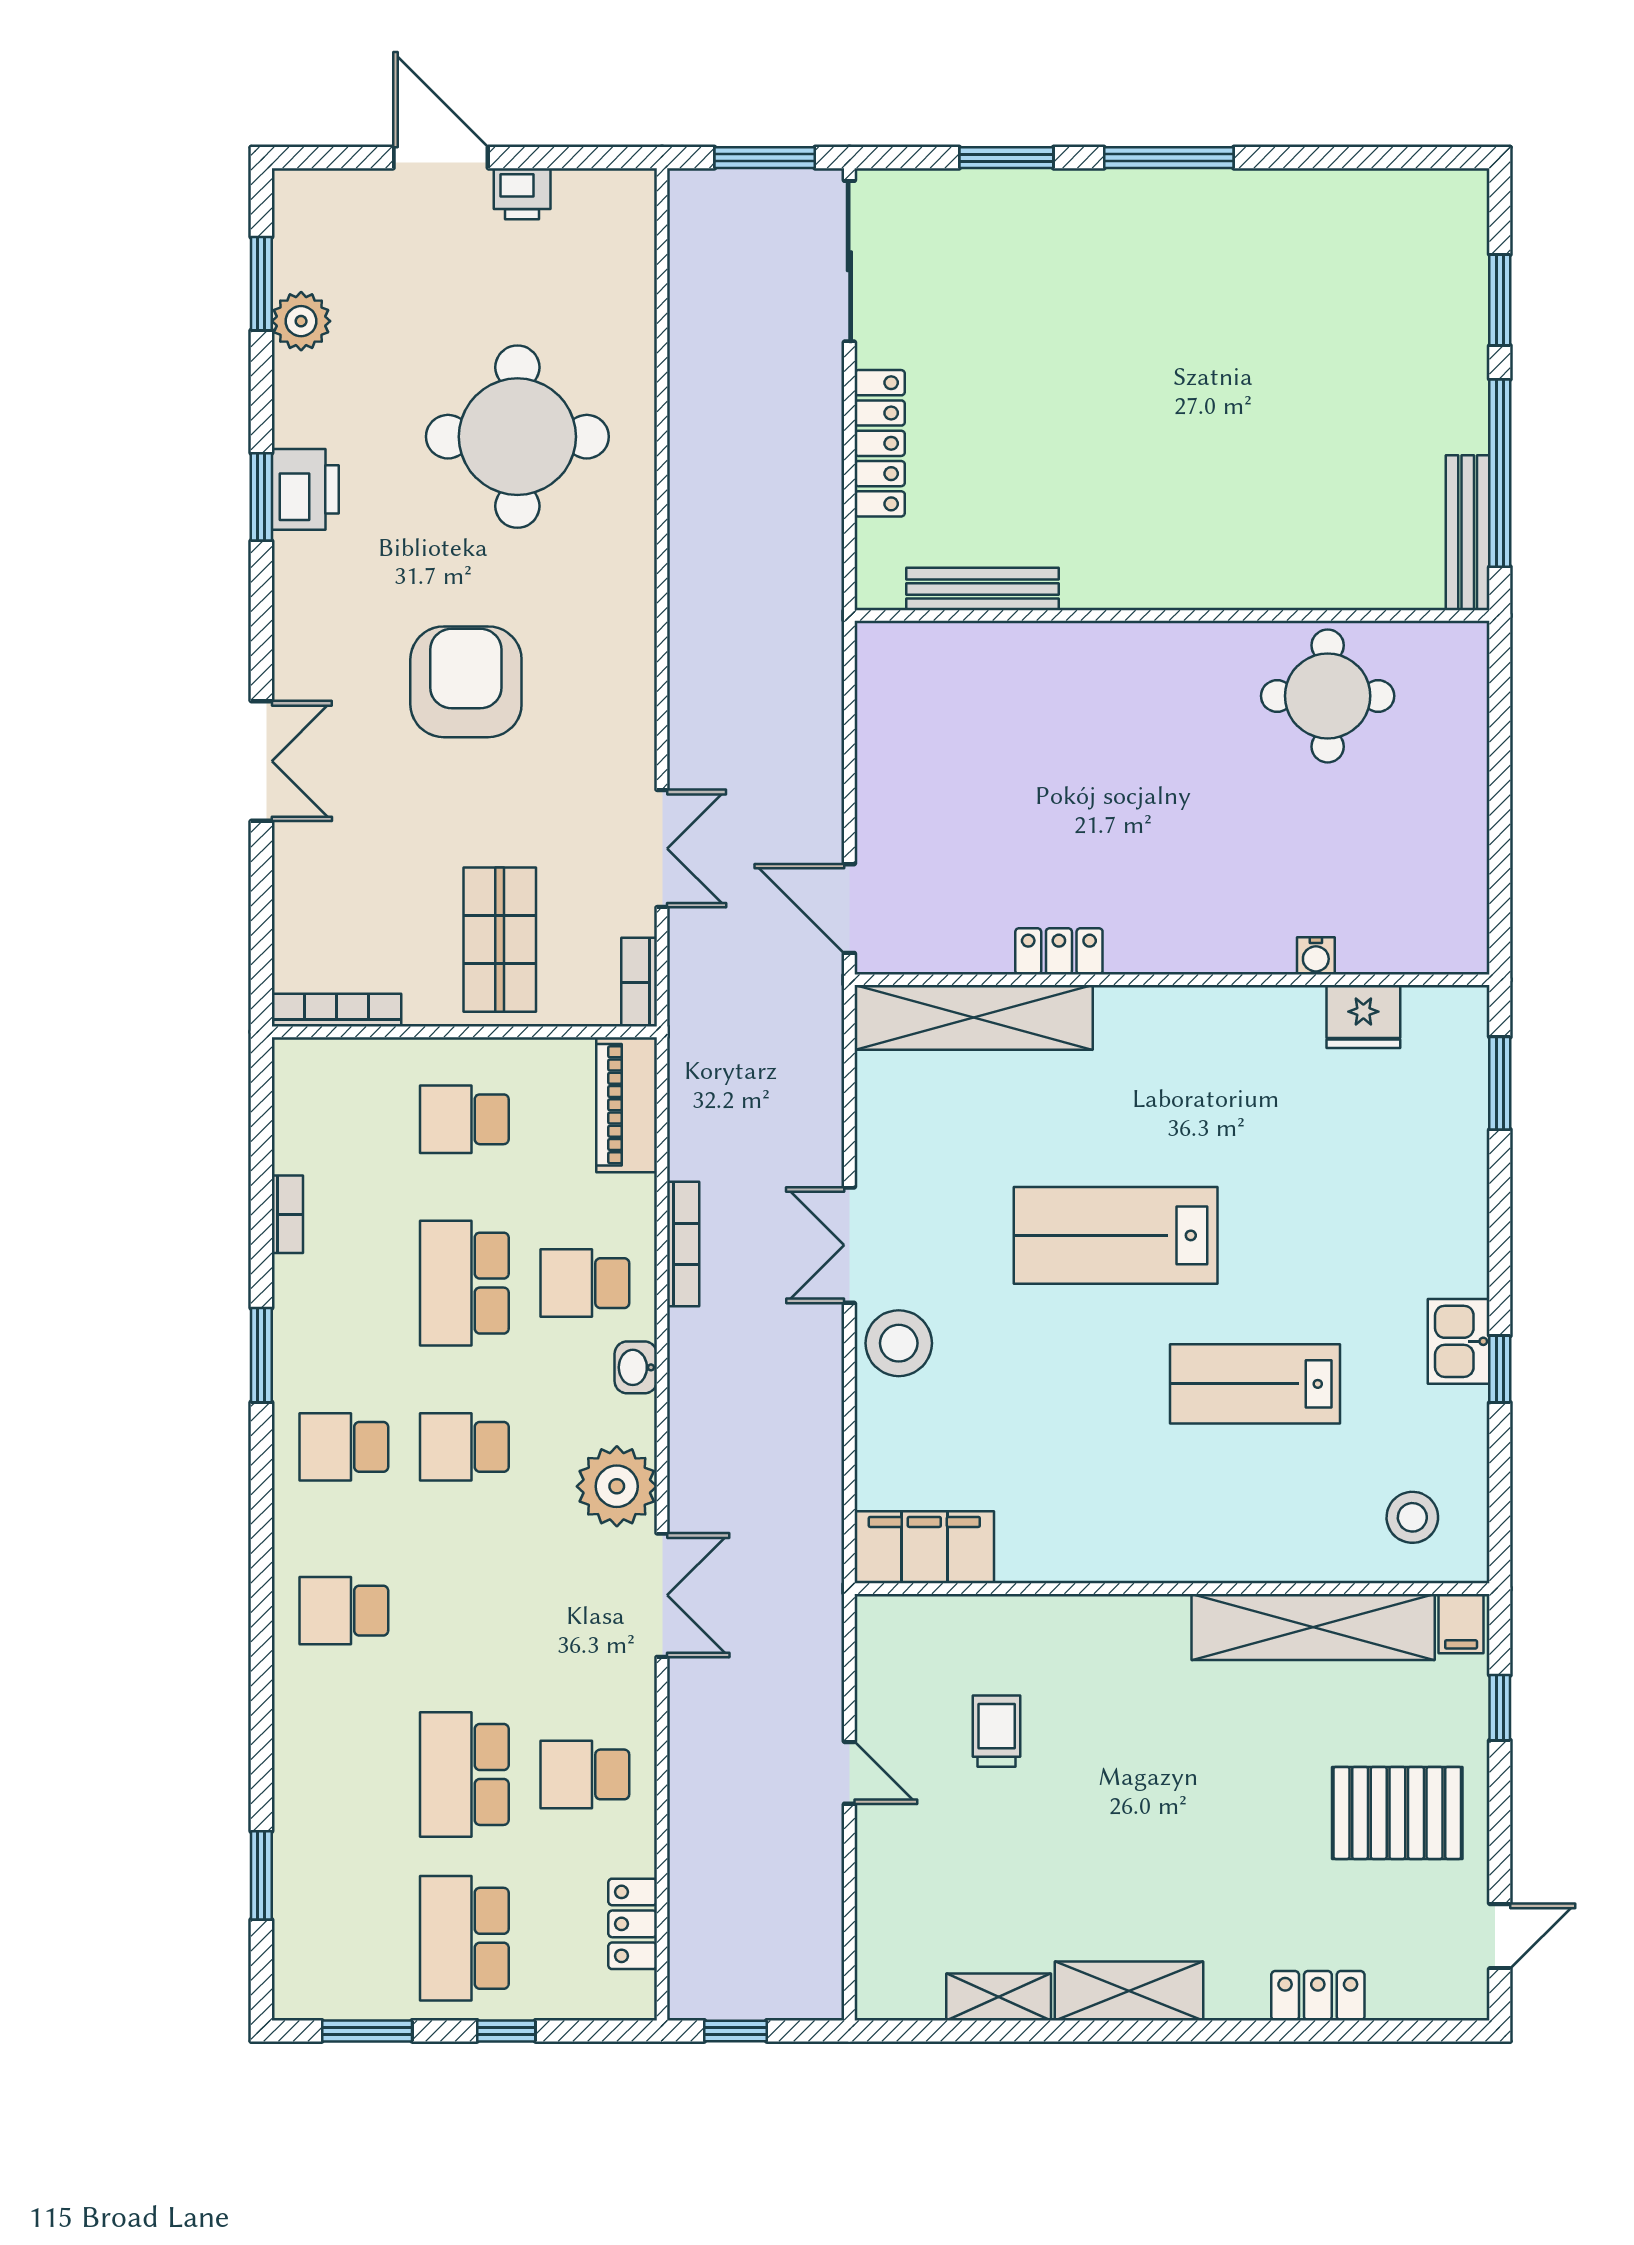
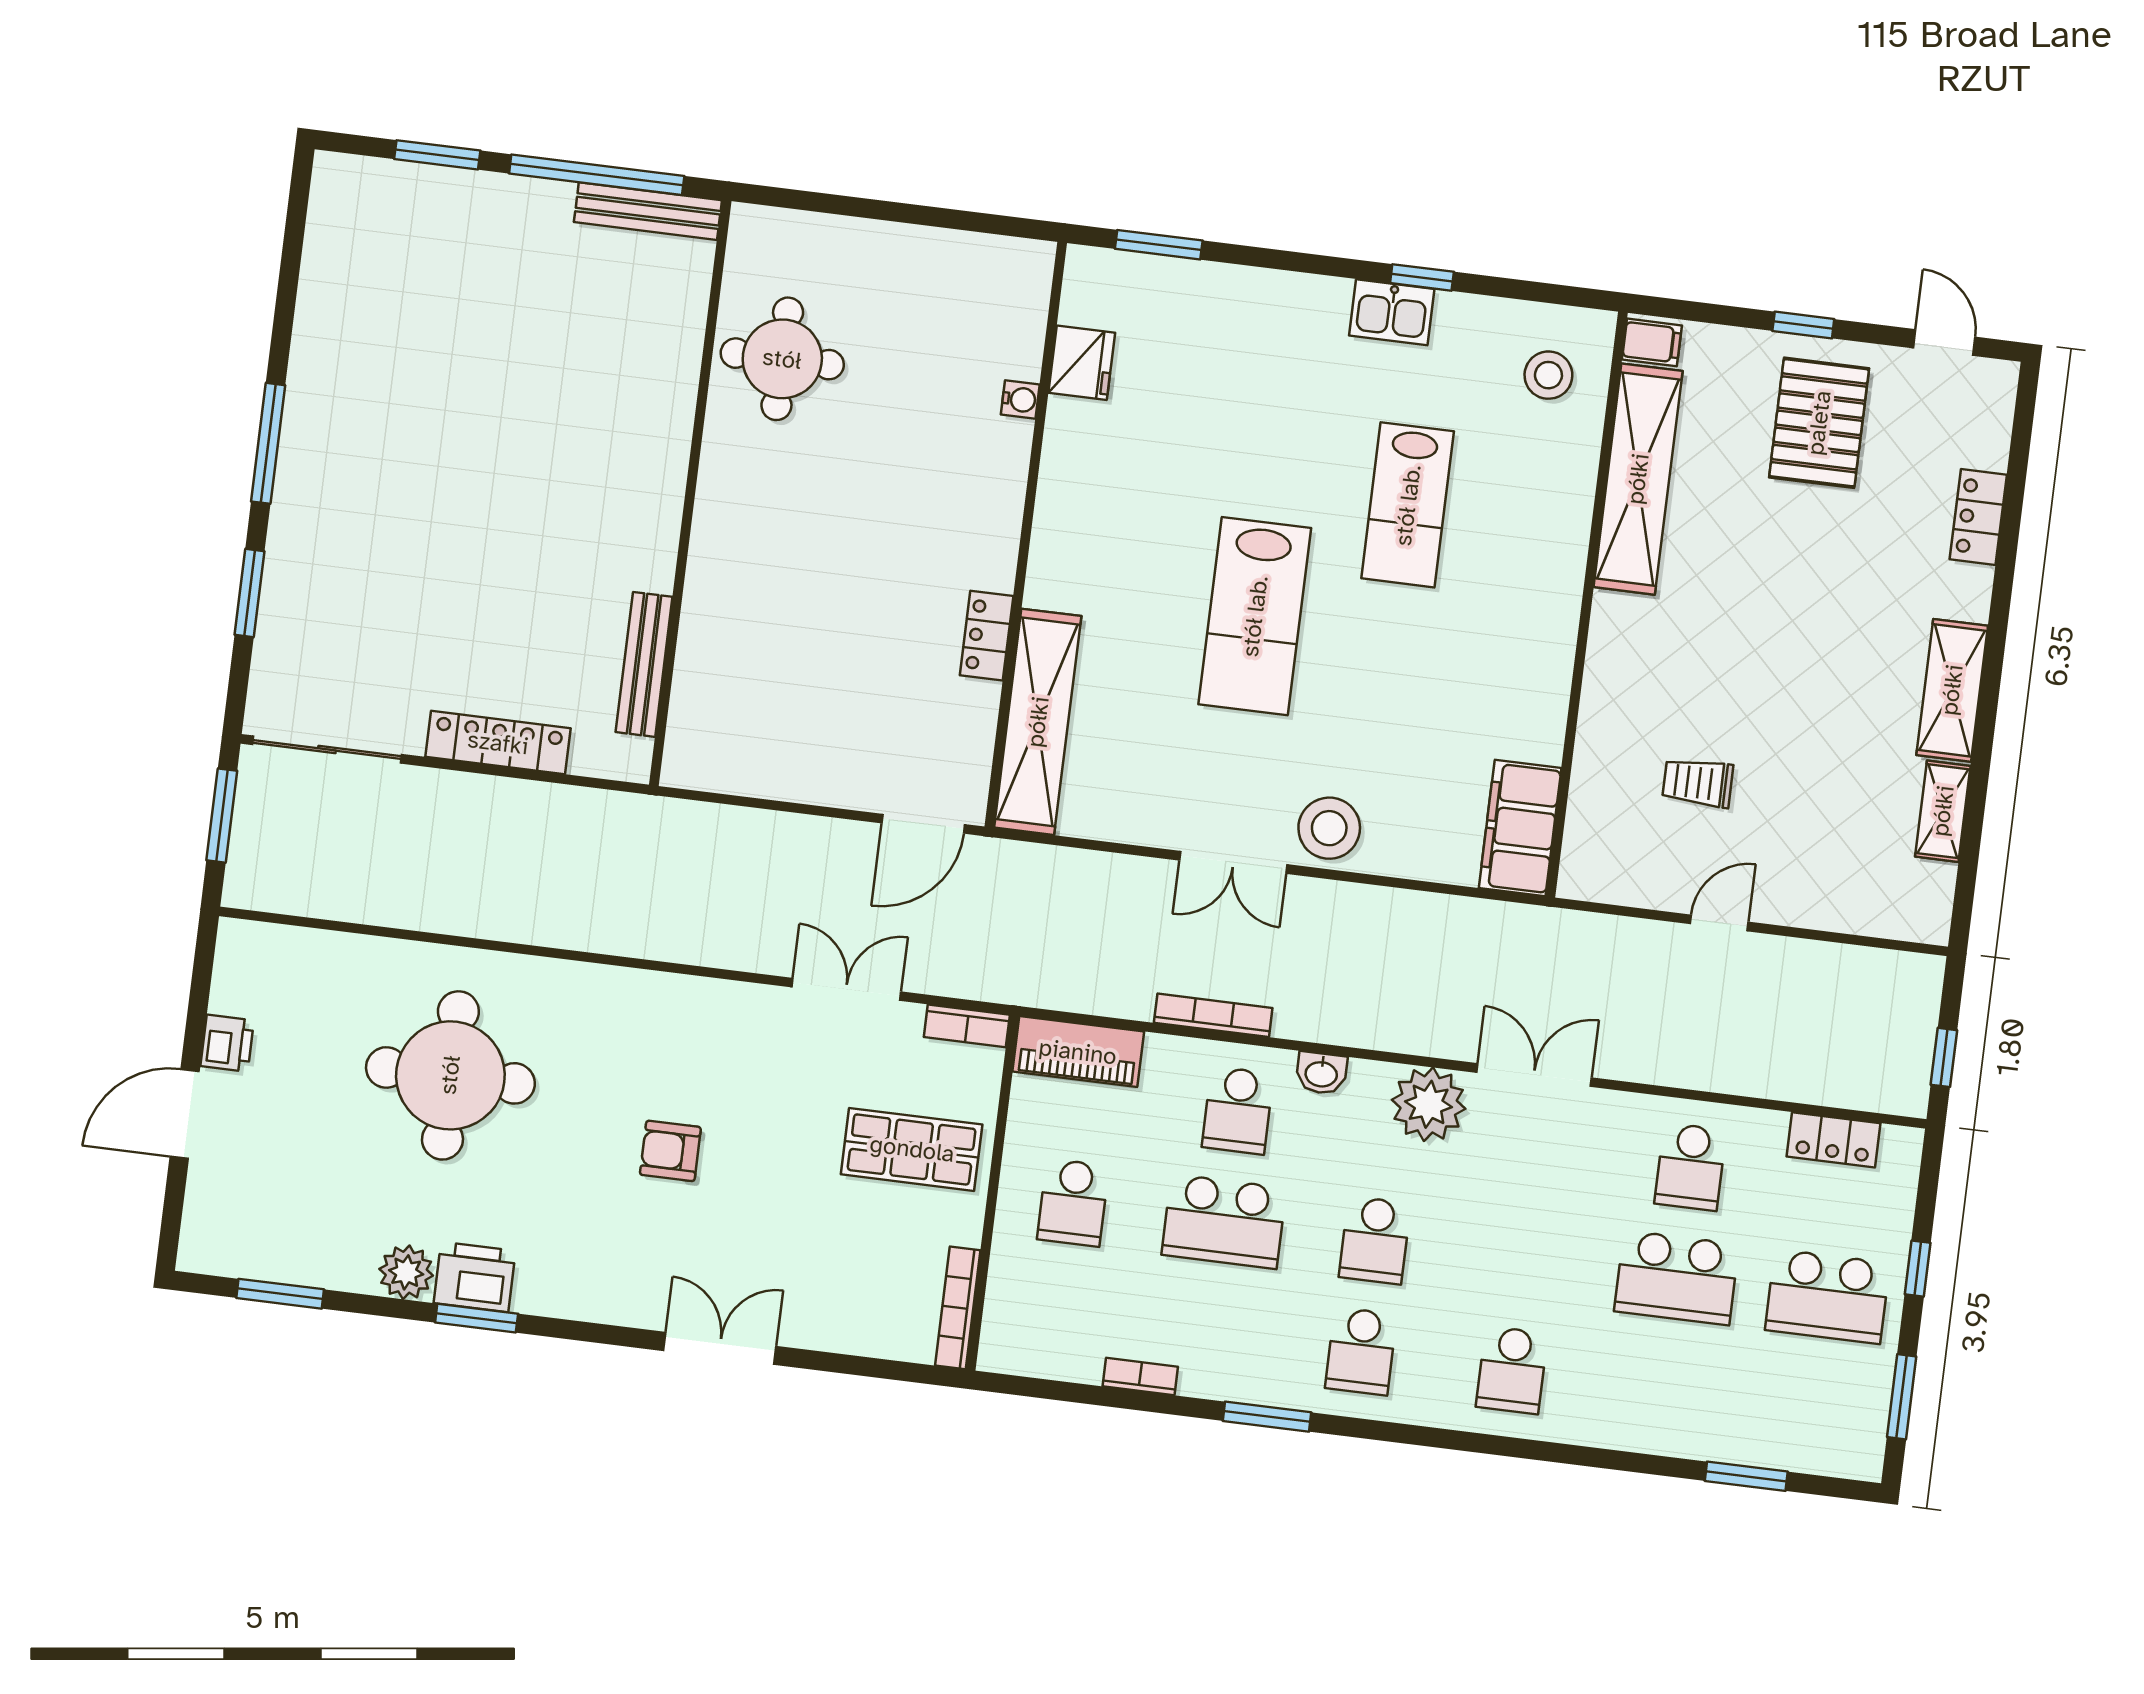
plant: (301, 321) -> (406, 1272), moved
armchair: (466, 682) -> (670, 1151), width x0.53, depth x0.53
window: (1500, 1708) -> (1803, 325), moved

